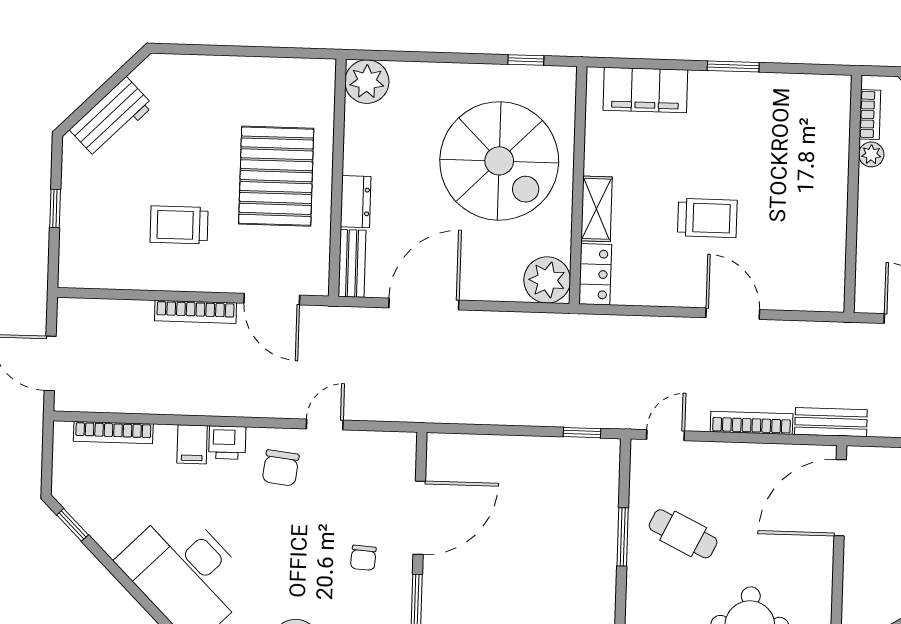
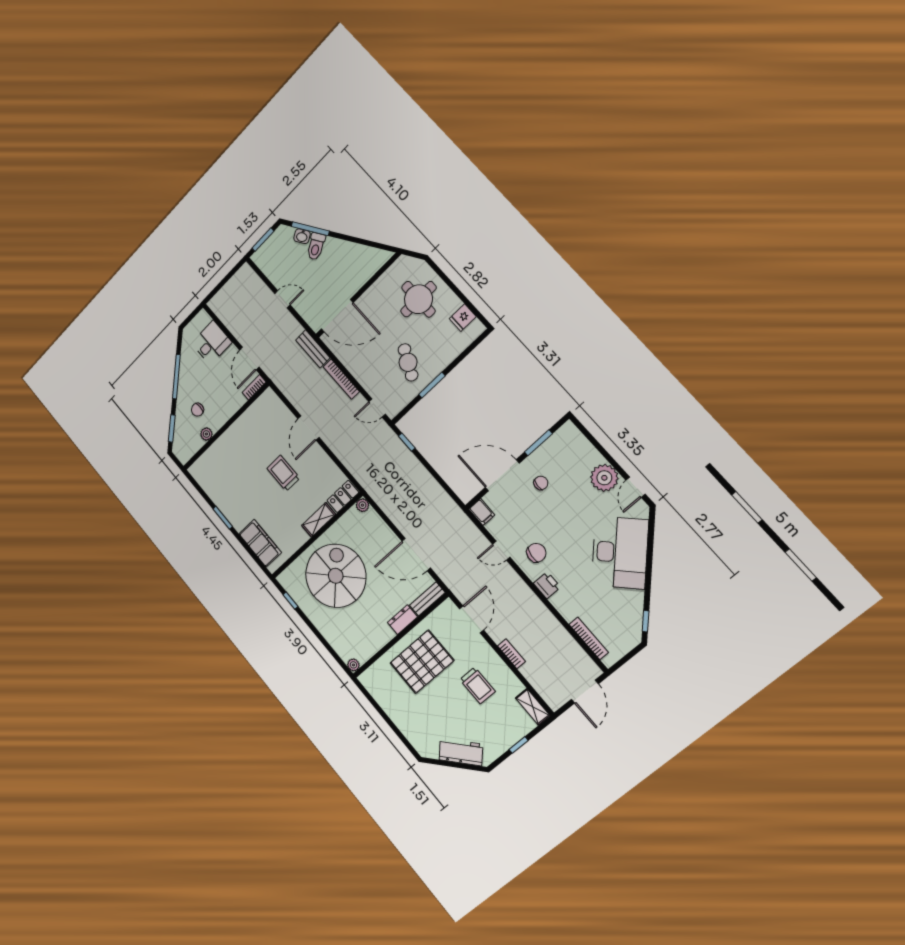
plant: (367, 82) -> (353, 665), width x0.53, depth x0.53
bookcase: (870, 115) -> (254, 387), moved
shelving: (89, 275) -> (533, 707), added
plant: (547, 280) -> (362, 505), width x0.53, depth x0.53
bookcase: (196, 312) -> (511, 654), width x0.64
filing cabinet: (192, 444) -> (482, 512), moved, turned 90

